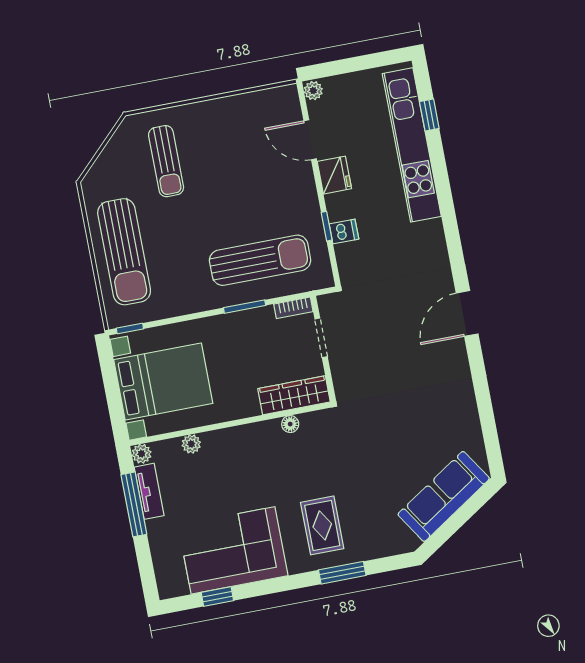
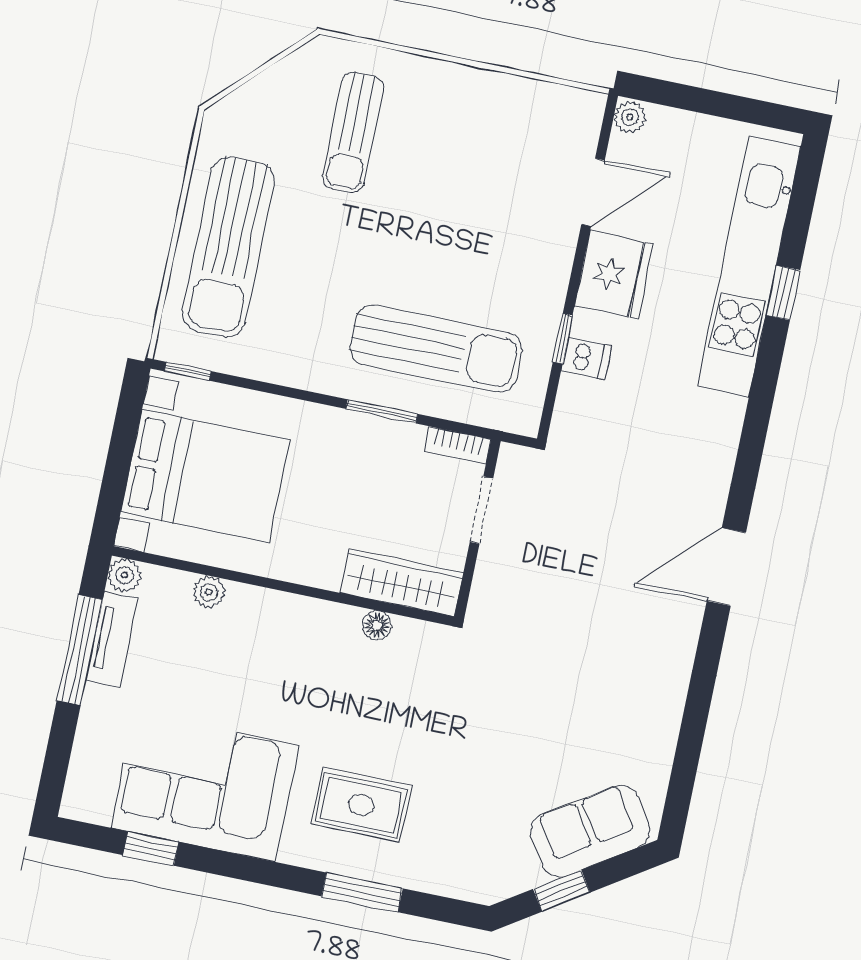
window: (429, 115) -> (783, 293), moved
door: (310, 140) -> (593, 192), swing flipped
fridge: (334, 175) -> (614, 275), width x1.36, depth x1.34
sofa: (444, 496) -> (590, 831), width x0.73
rug: (322, 525) -> (361, 805), turned 90
window: (450, 527) -> (562, 891), added

